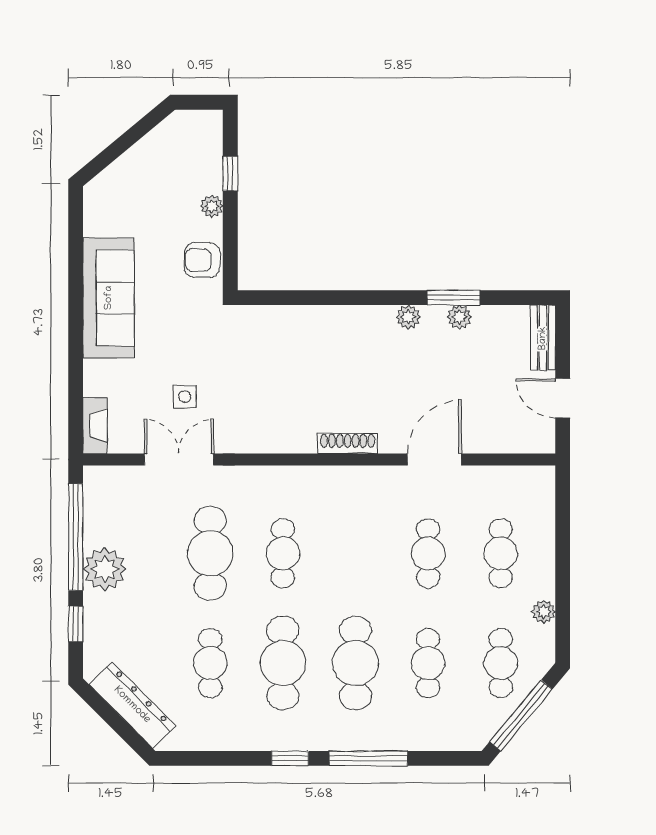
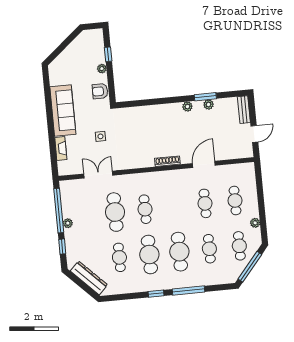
side table: (185, 397) -> (100, 136), moved
door: (563, 398) -> (254, 134), swing flipped
fireplace: (95, 426) -> (61, 149), moved
plant: (105, 569) -> (68, 223), width x0.53, depth x0.53

